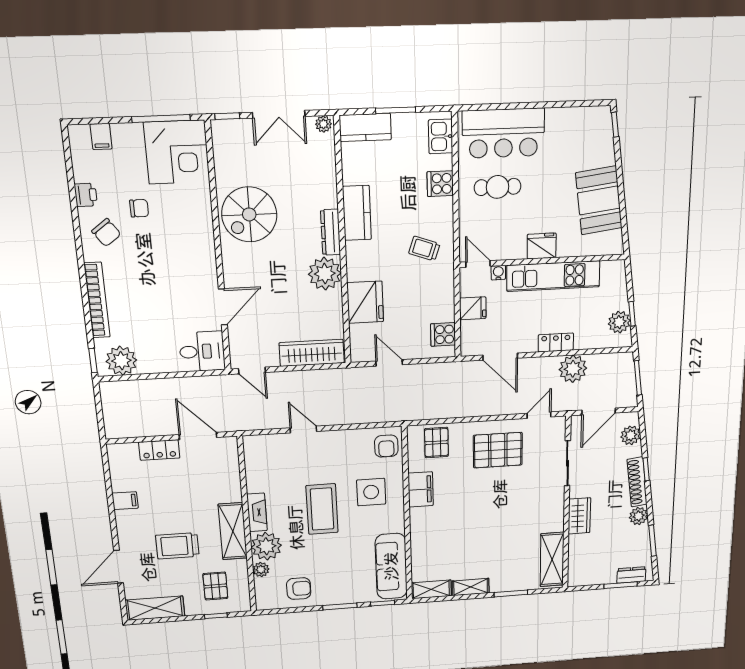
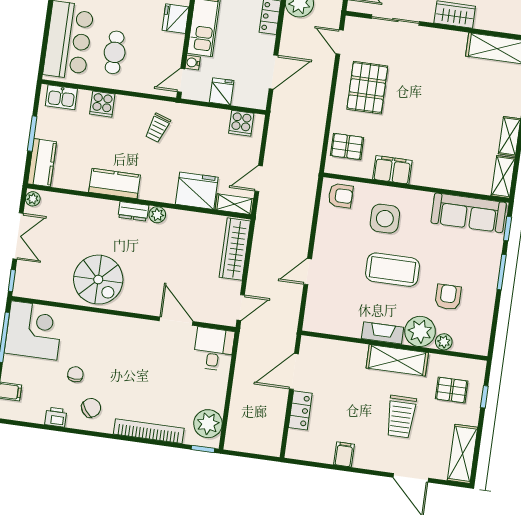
dresser: (331, 232) -> (133, 211), width x0.70
plant: (325, 274) -> (157, 215), width x0.53, depth x0.53
shelving: (358, 344) -> (234, 204), added
armchair: (299, 589) -> (448, 297), moved

